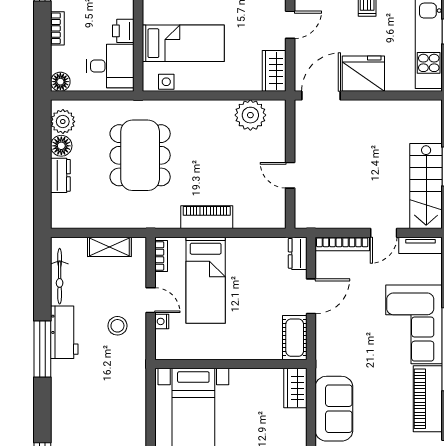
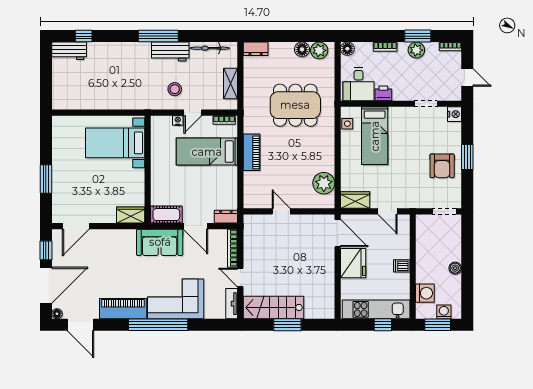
dresser: (60, 175) -> (256, 49), moved
door: (290, 175) -> (281, 211), hinge flipped
sofa: (334, 409) -> (160, 242), moved

